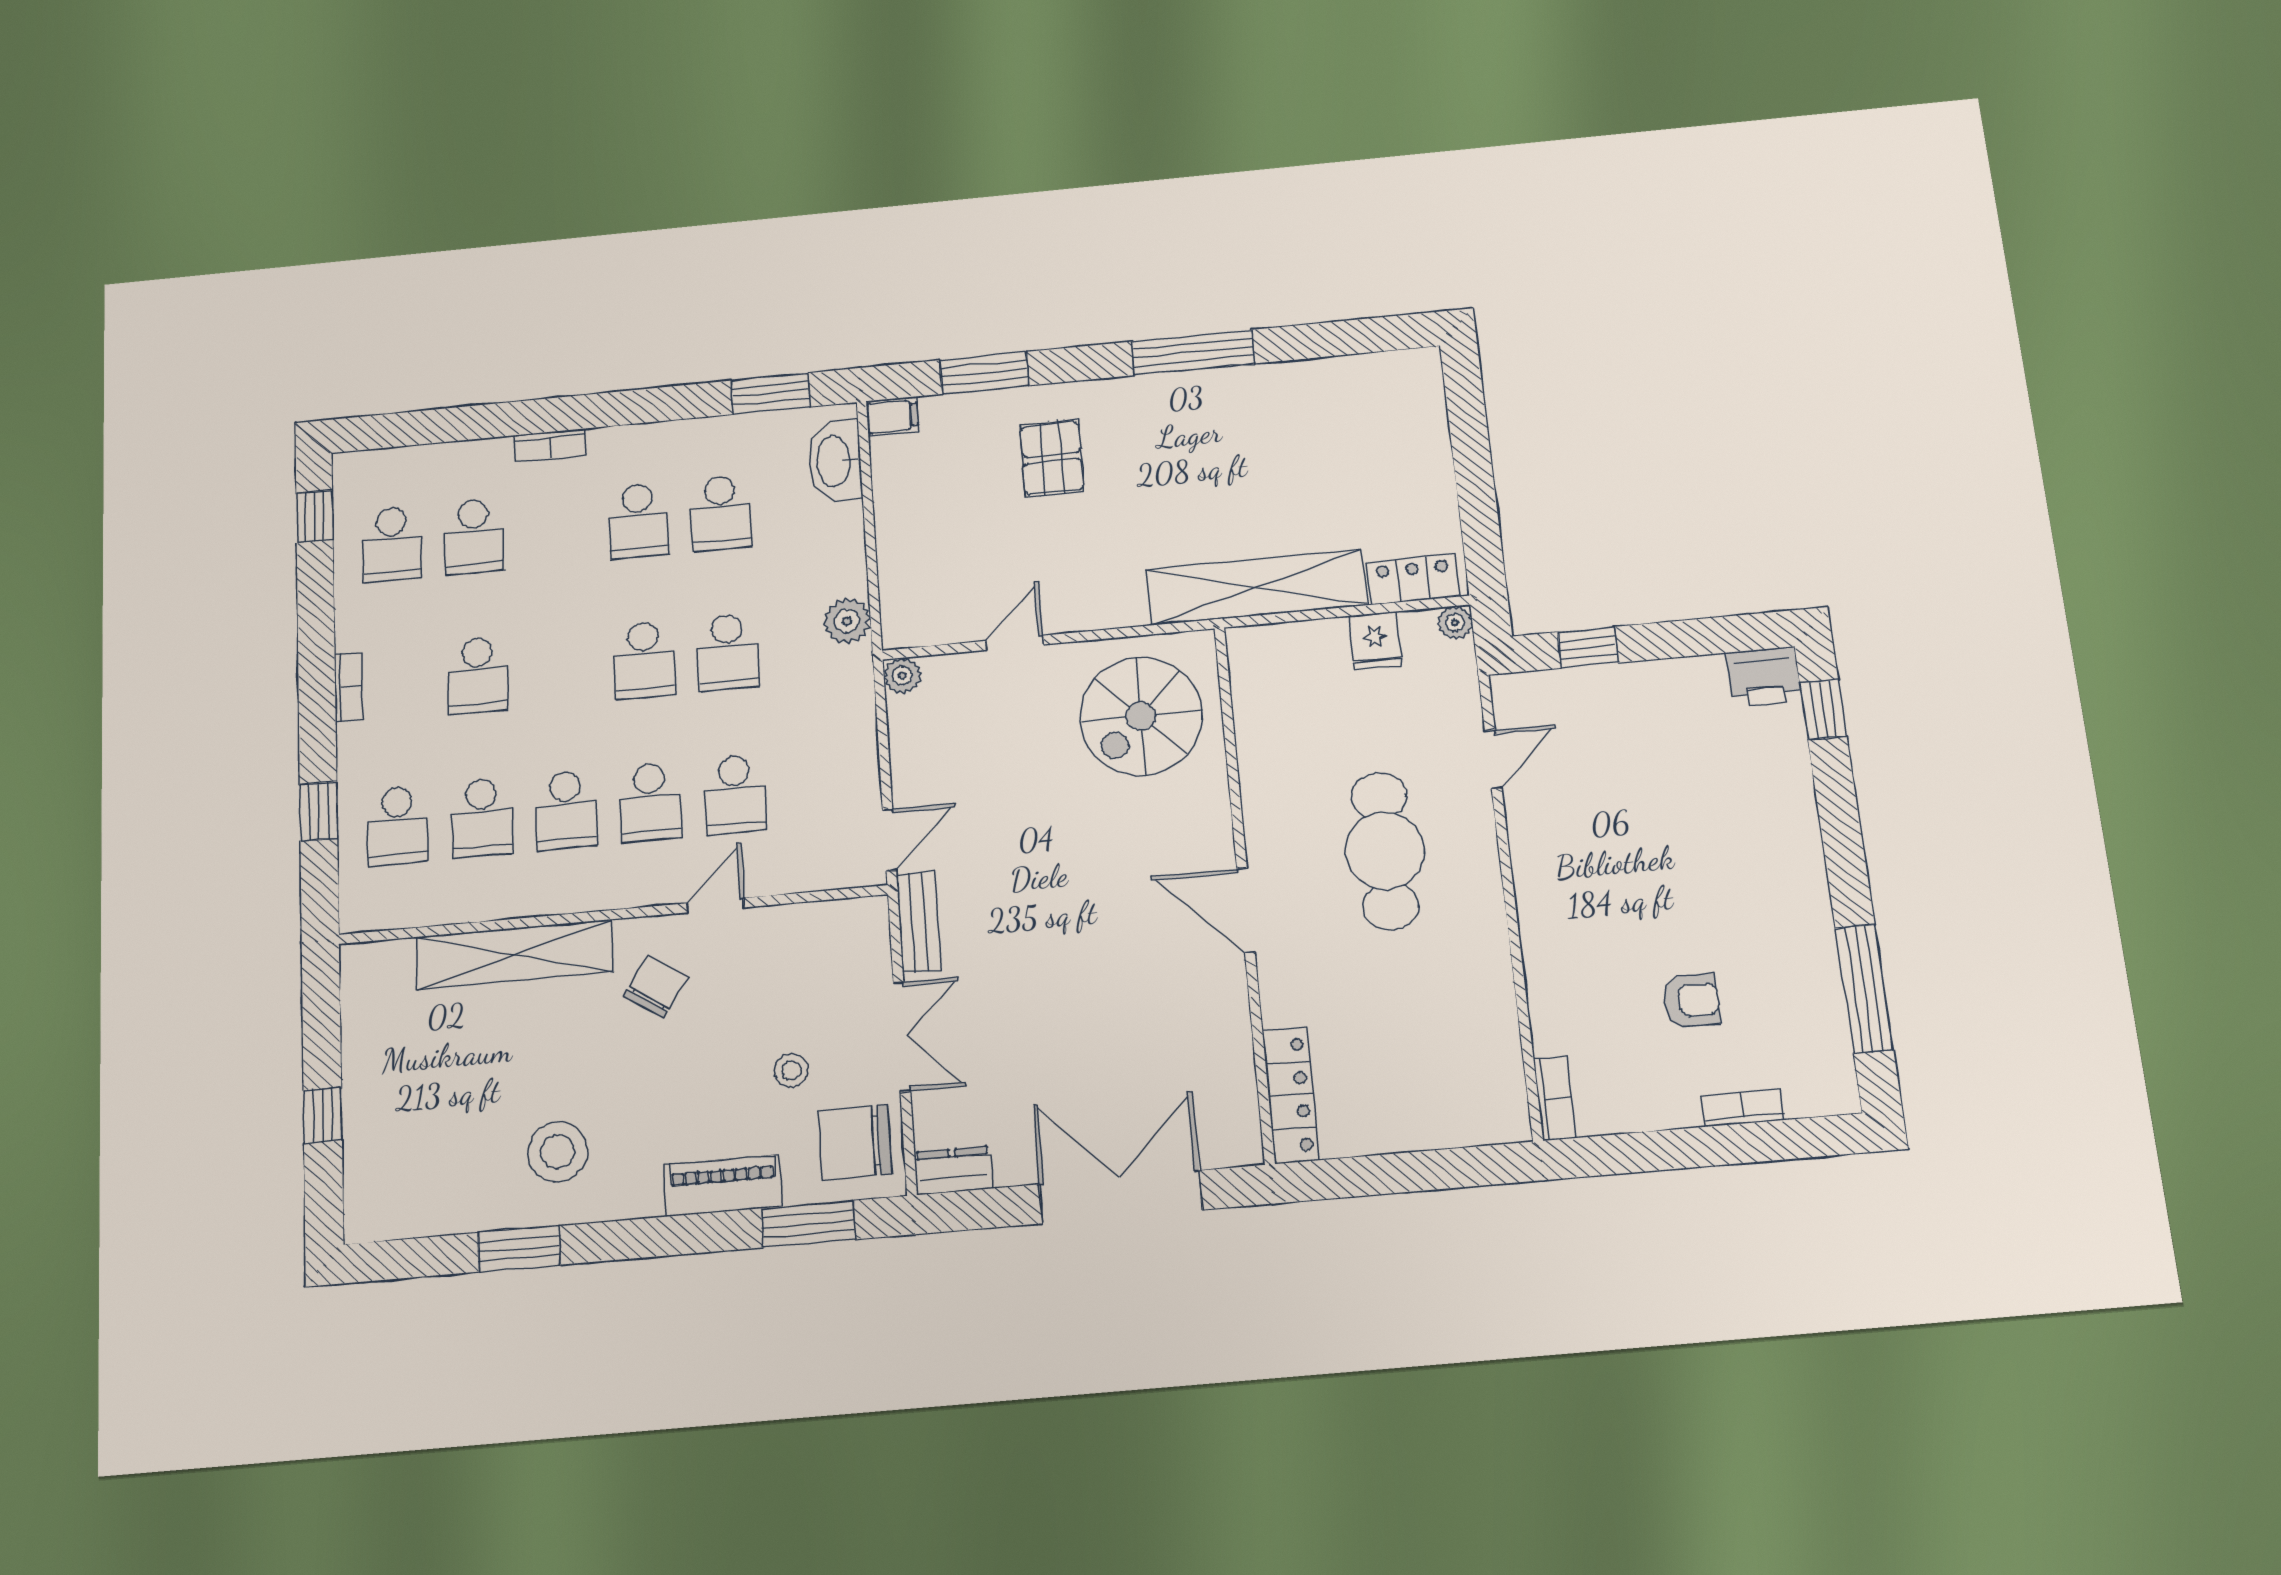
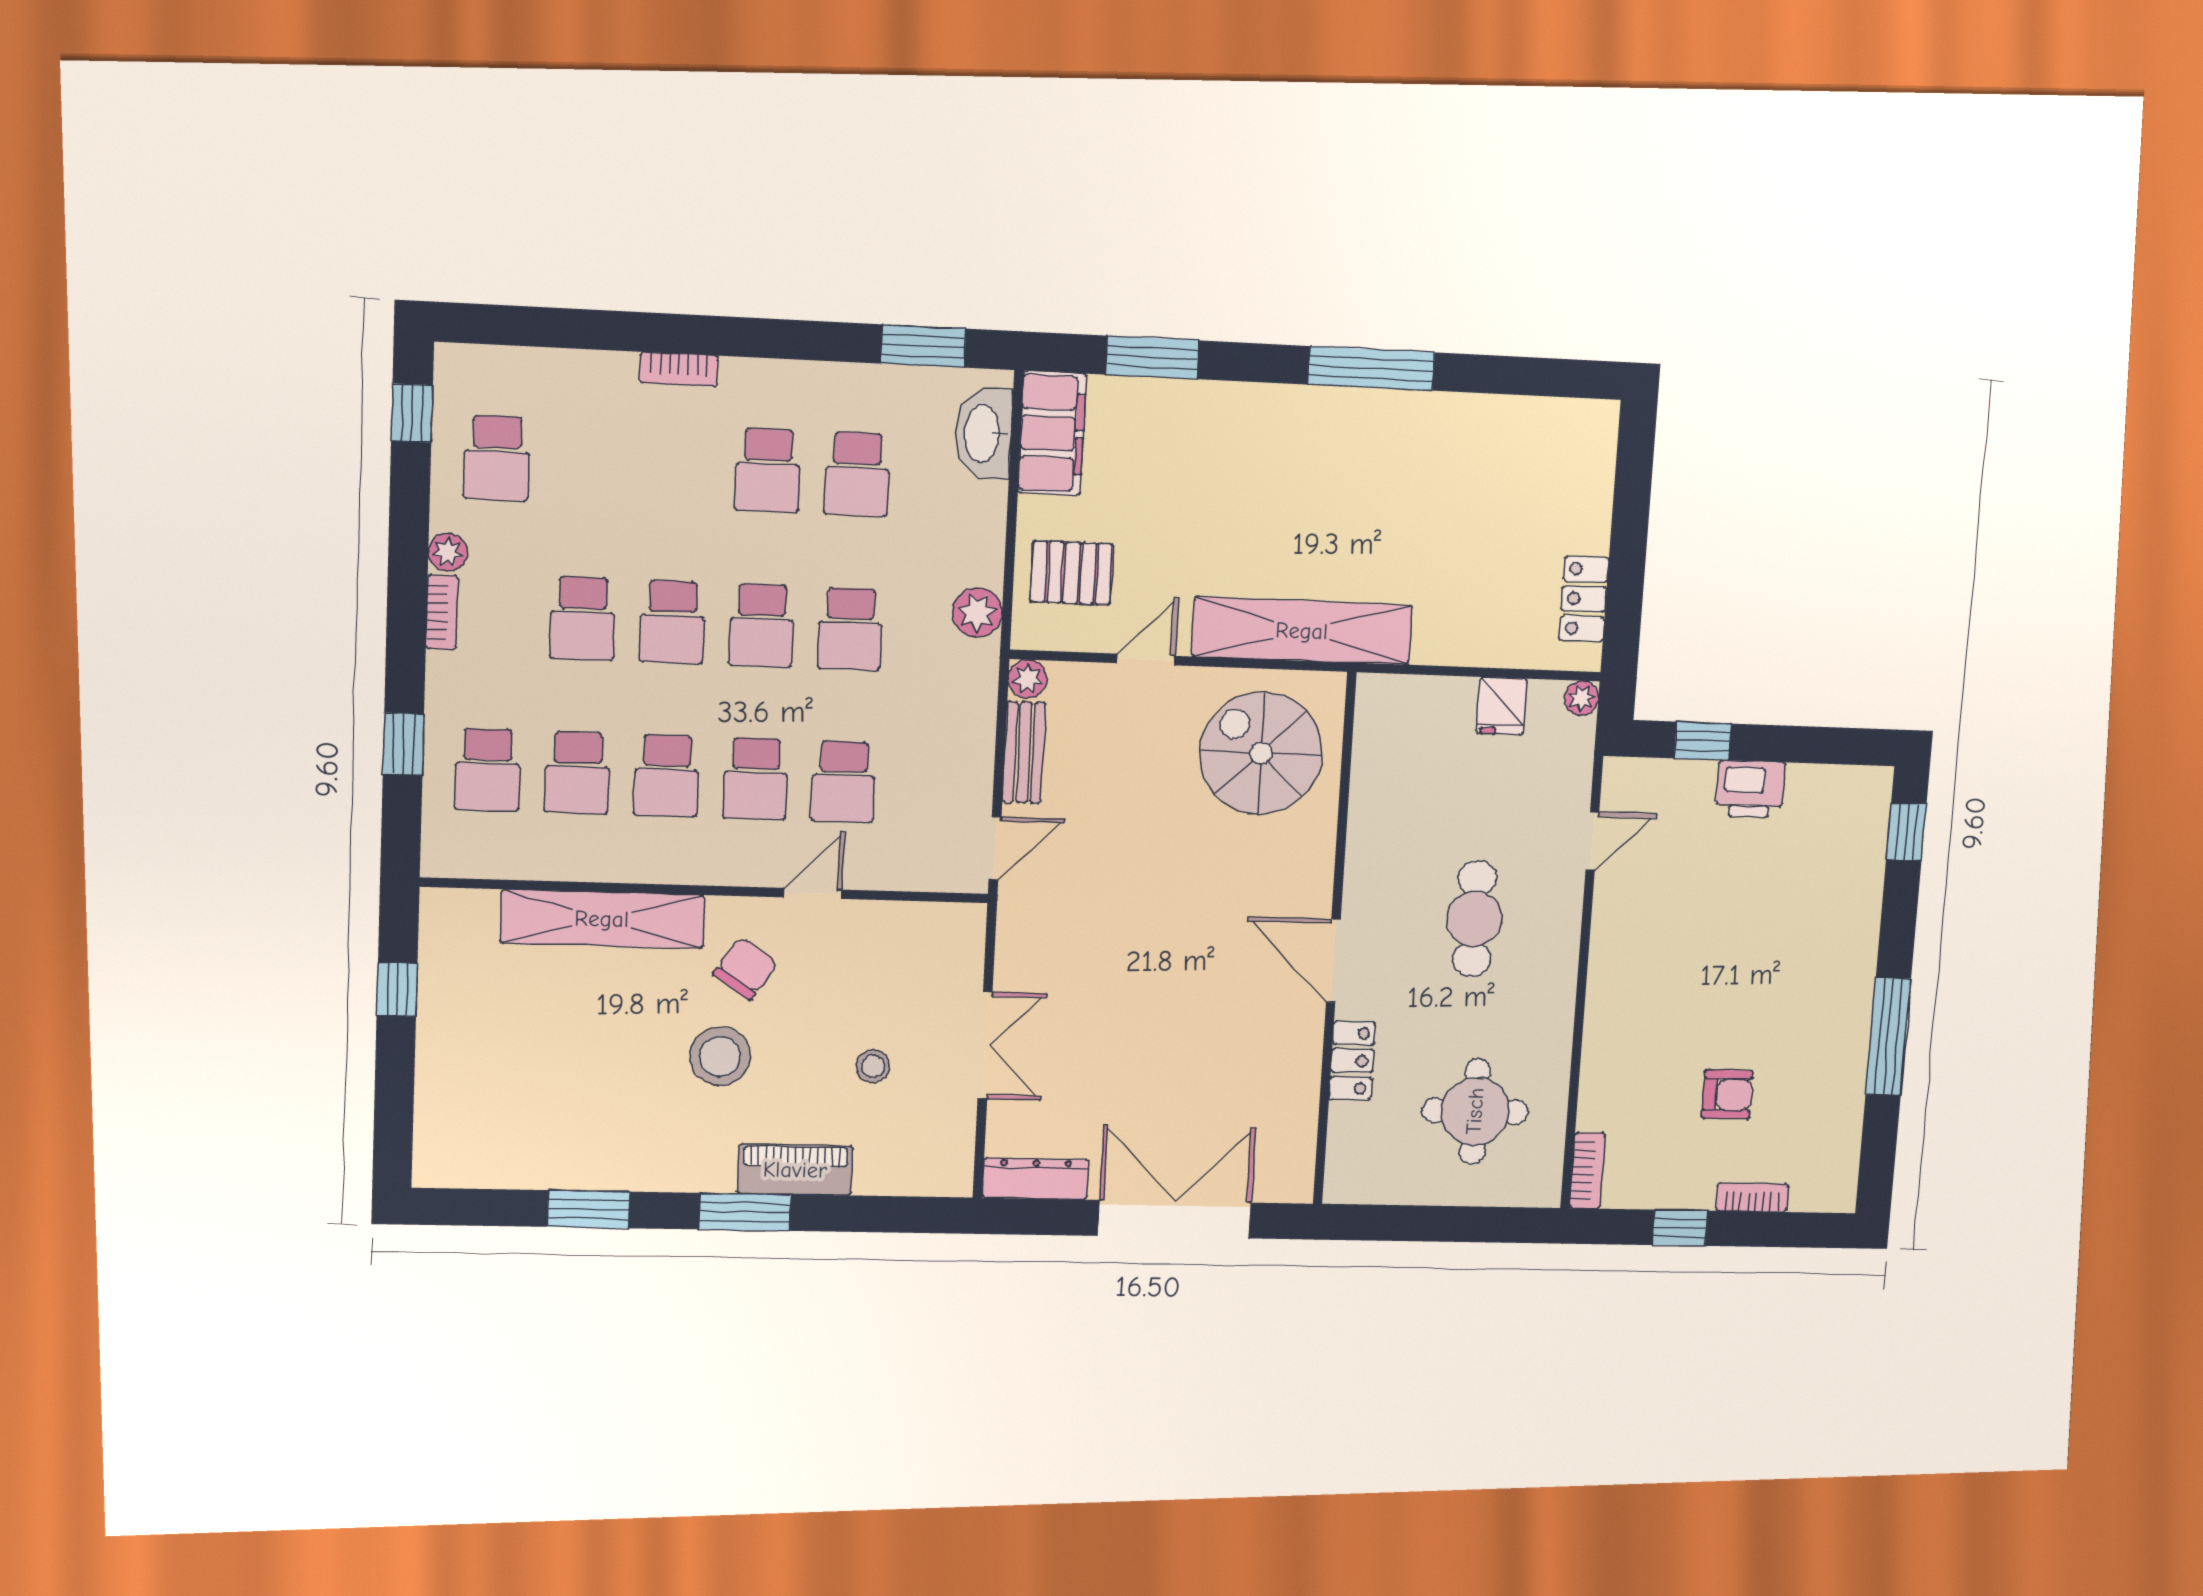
filing cabinet: (892, 416) -> (1052, 433), width x3.00, depth x1.17
pallet: (1052, 458) -> (1072, 573), moved, turned 90
school desk: (474, 536) -> (672, 622), moved
locker: (1413, 579) -> (1584, 599), moved, turned -90
shelving: (1256, 587) -> (1302, 631), moved
plant: (352, 633) -> (448, 552), added
printer: (1764, 677) -> (1750, 789), moved
spiral stairs: (1141, 716) -> (1261, 753), turned 90
cafe table: (1385, 851) -> (1474, 919), width x0.73, depth x0.74
bench: (919, 922) -> (1024, 752), moved
window: (1864, 989) -> (1888, 1037), moved
round table: (1422, 1048) -> (1475, 1111), added
locker: (1291, 1095) -> (1352, 1061), moved, width x0.66
window: (323, 1115) -> (397, 989), moved
chair: (855, 1143) -> (928, 1142), removed
window: (1670, 1150) -> (1680, 1228), added
stool: (558, 1152) -> (720, 1056), moved
dresser: (953, 1170) -> (1036, 1179), width x1.44
window: (808, 1224) -> (745, 1212), moved

